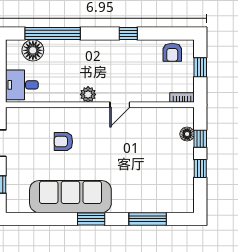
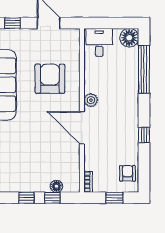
floor lamp: (33, 50) -> (129, 38), moved
armchair: (172, 52) -> (128, 173), turned 90
door: (120, 105) -> (82, 128), width x1.87
armchair: (63, 142) -> (50, 79), width x1.88, depth x1.88

